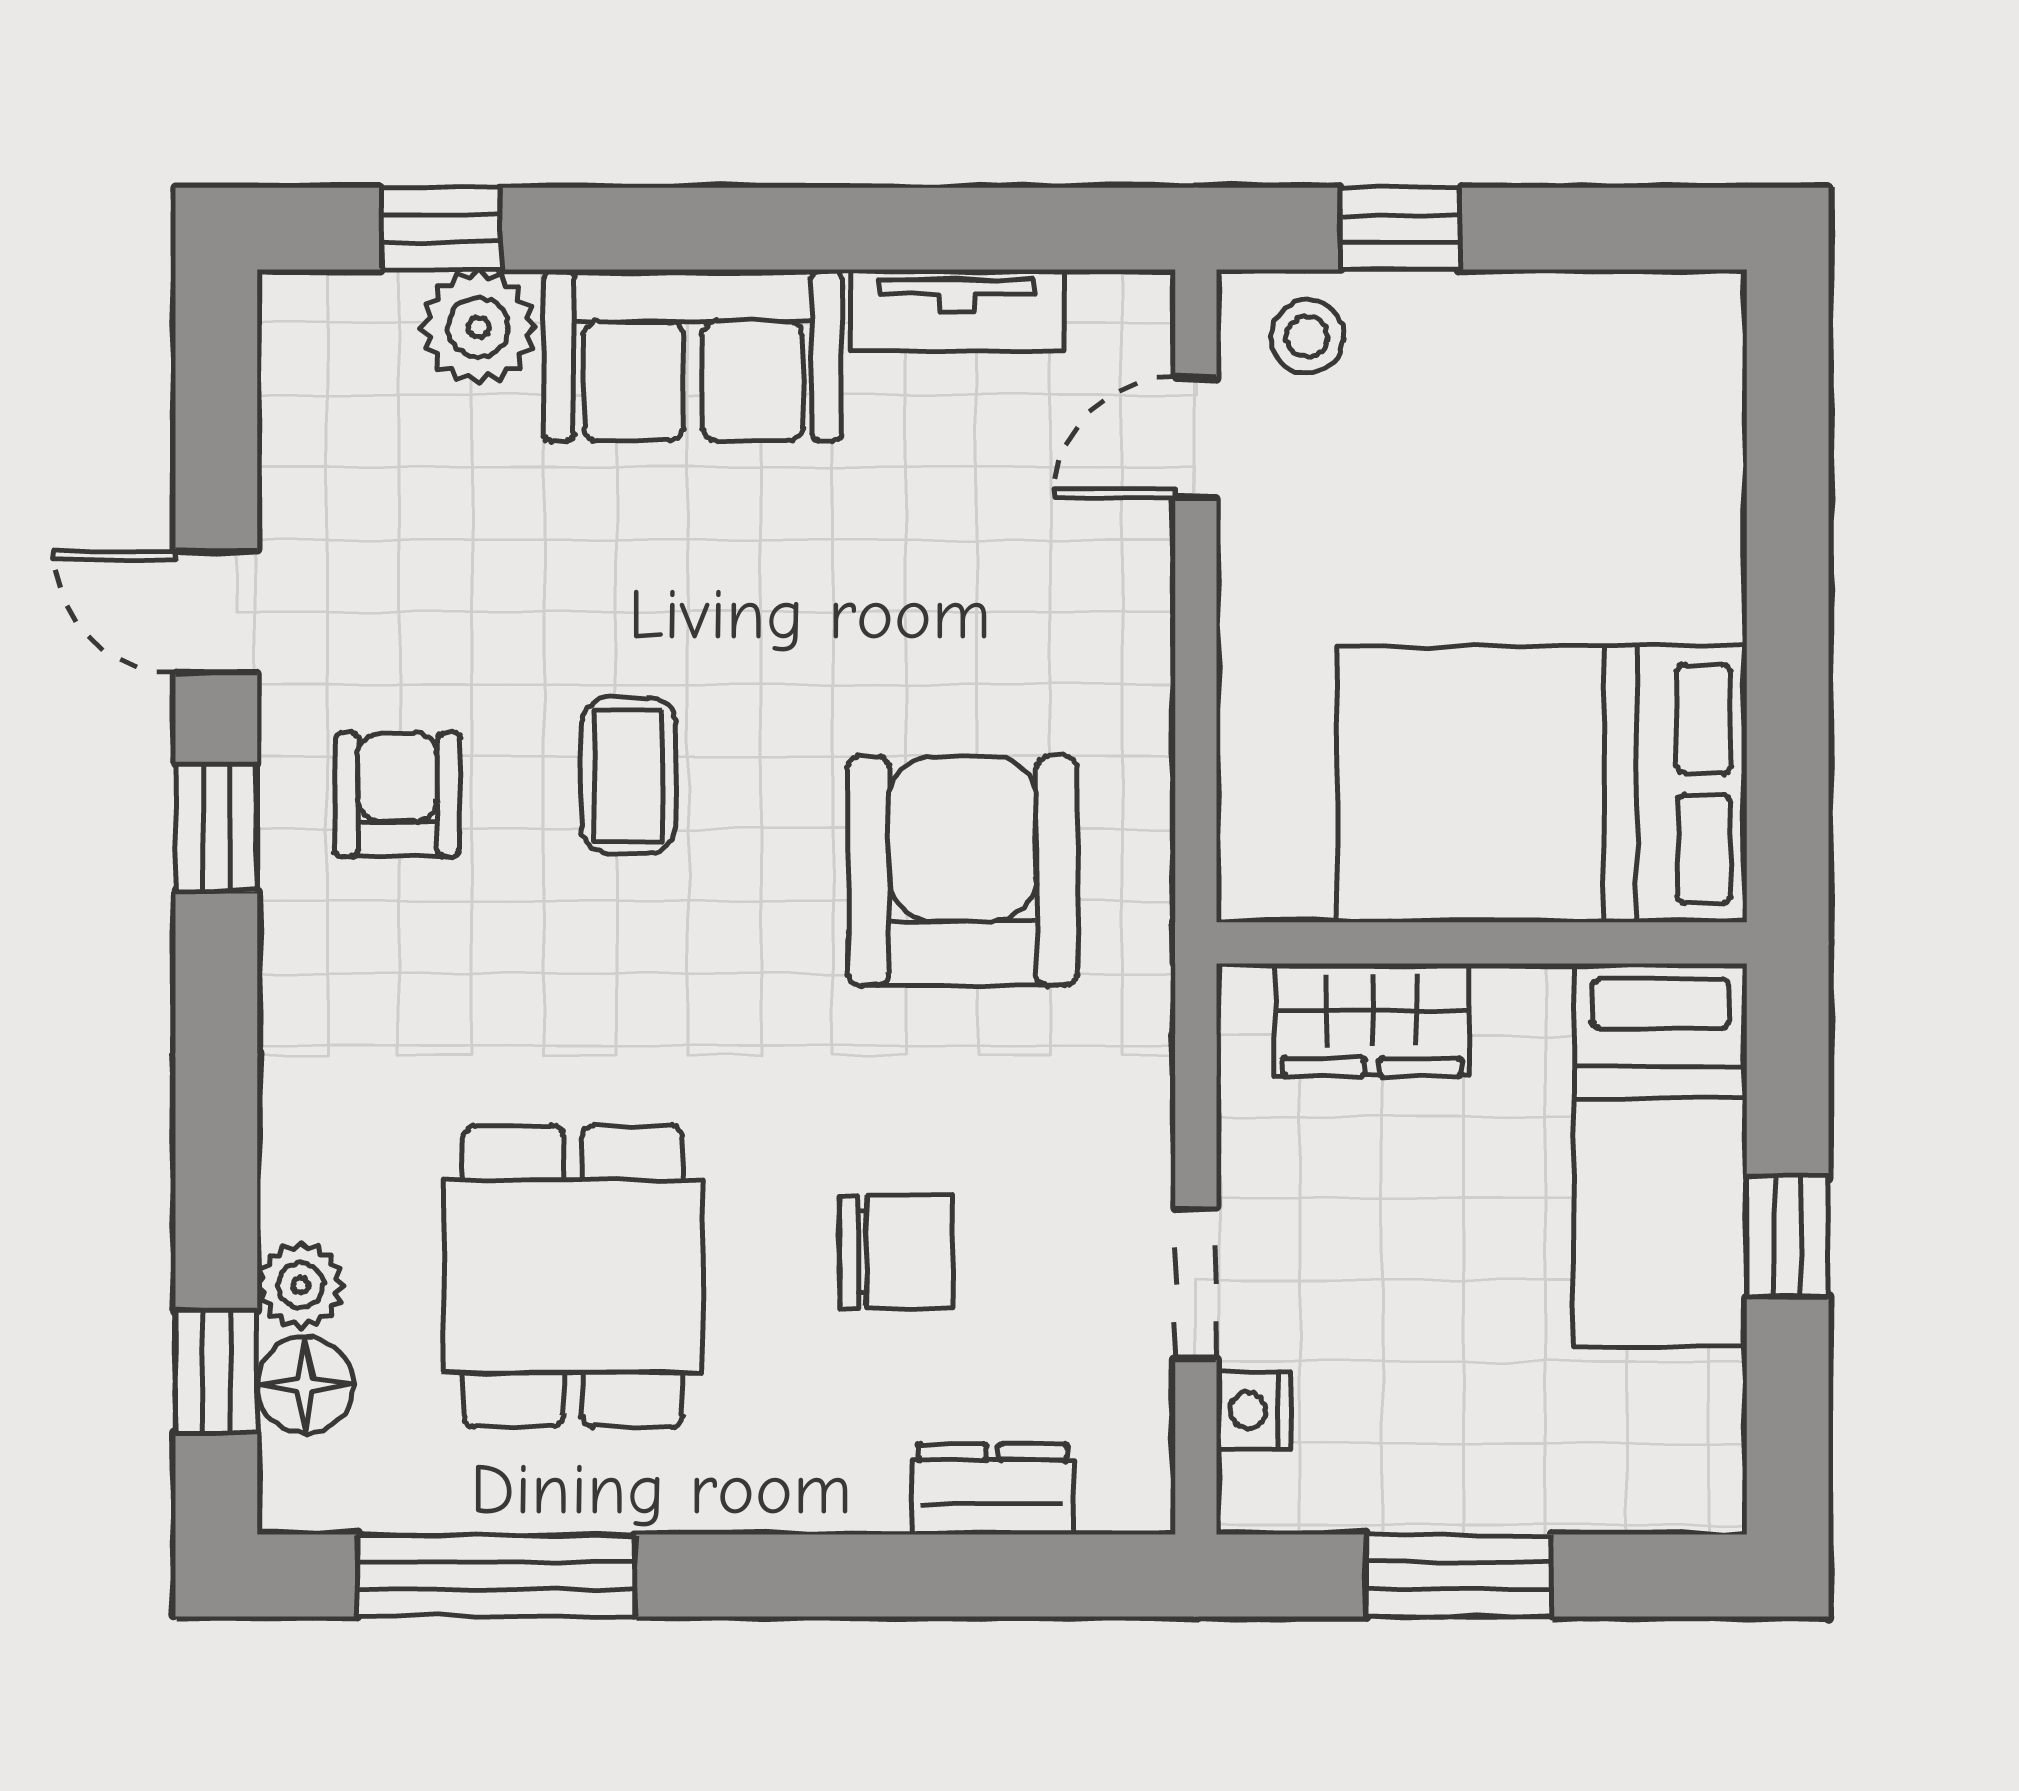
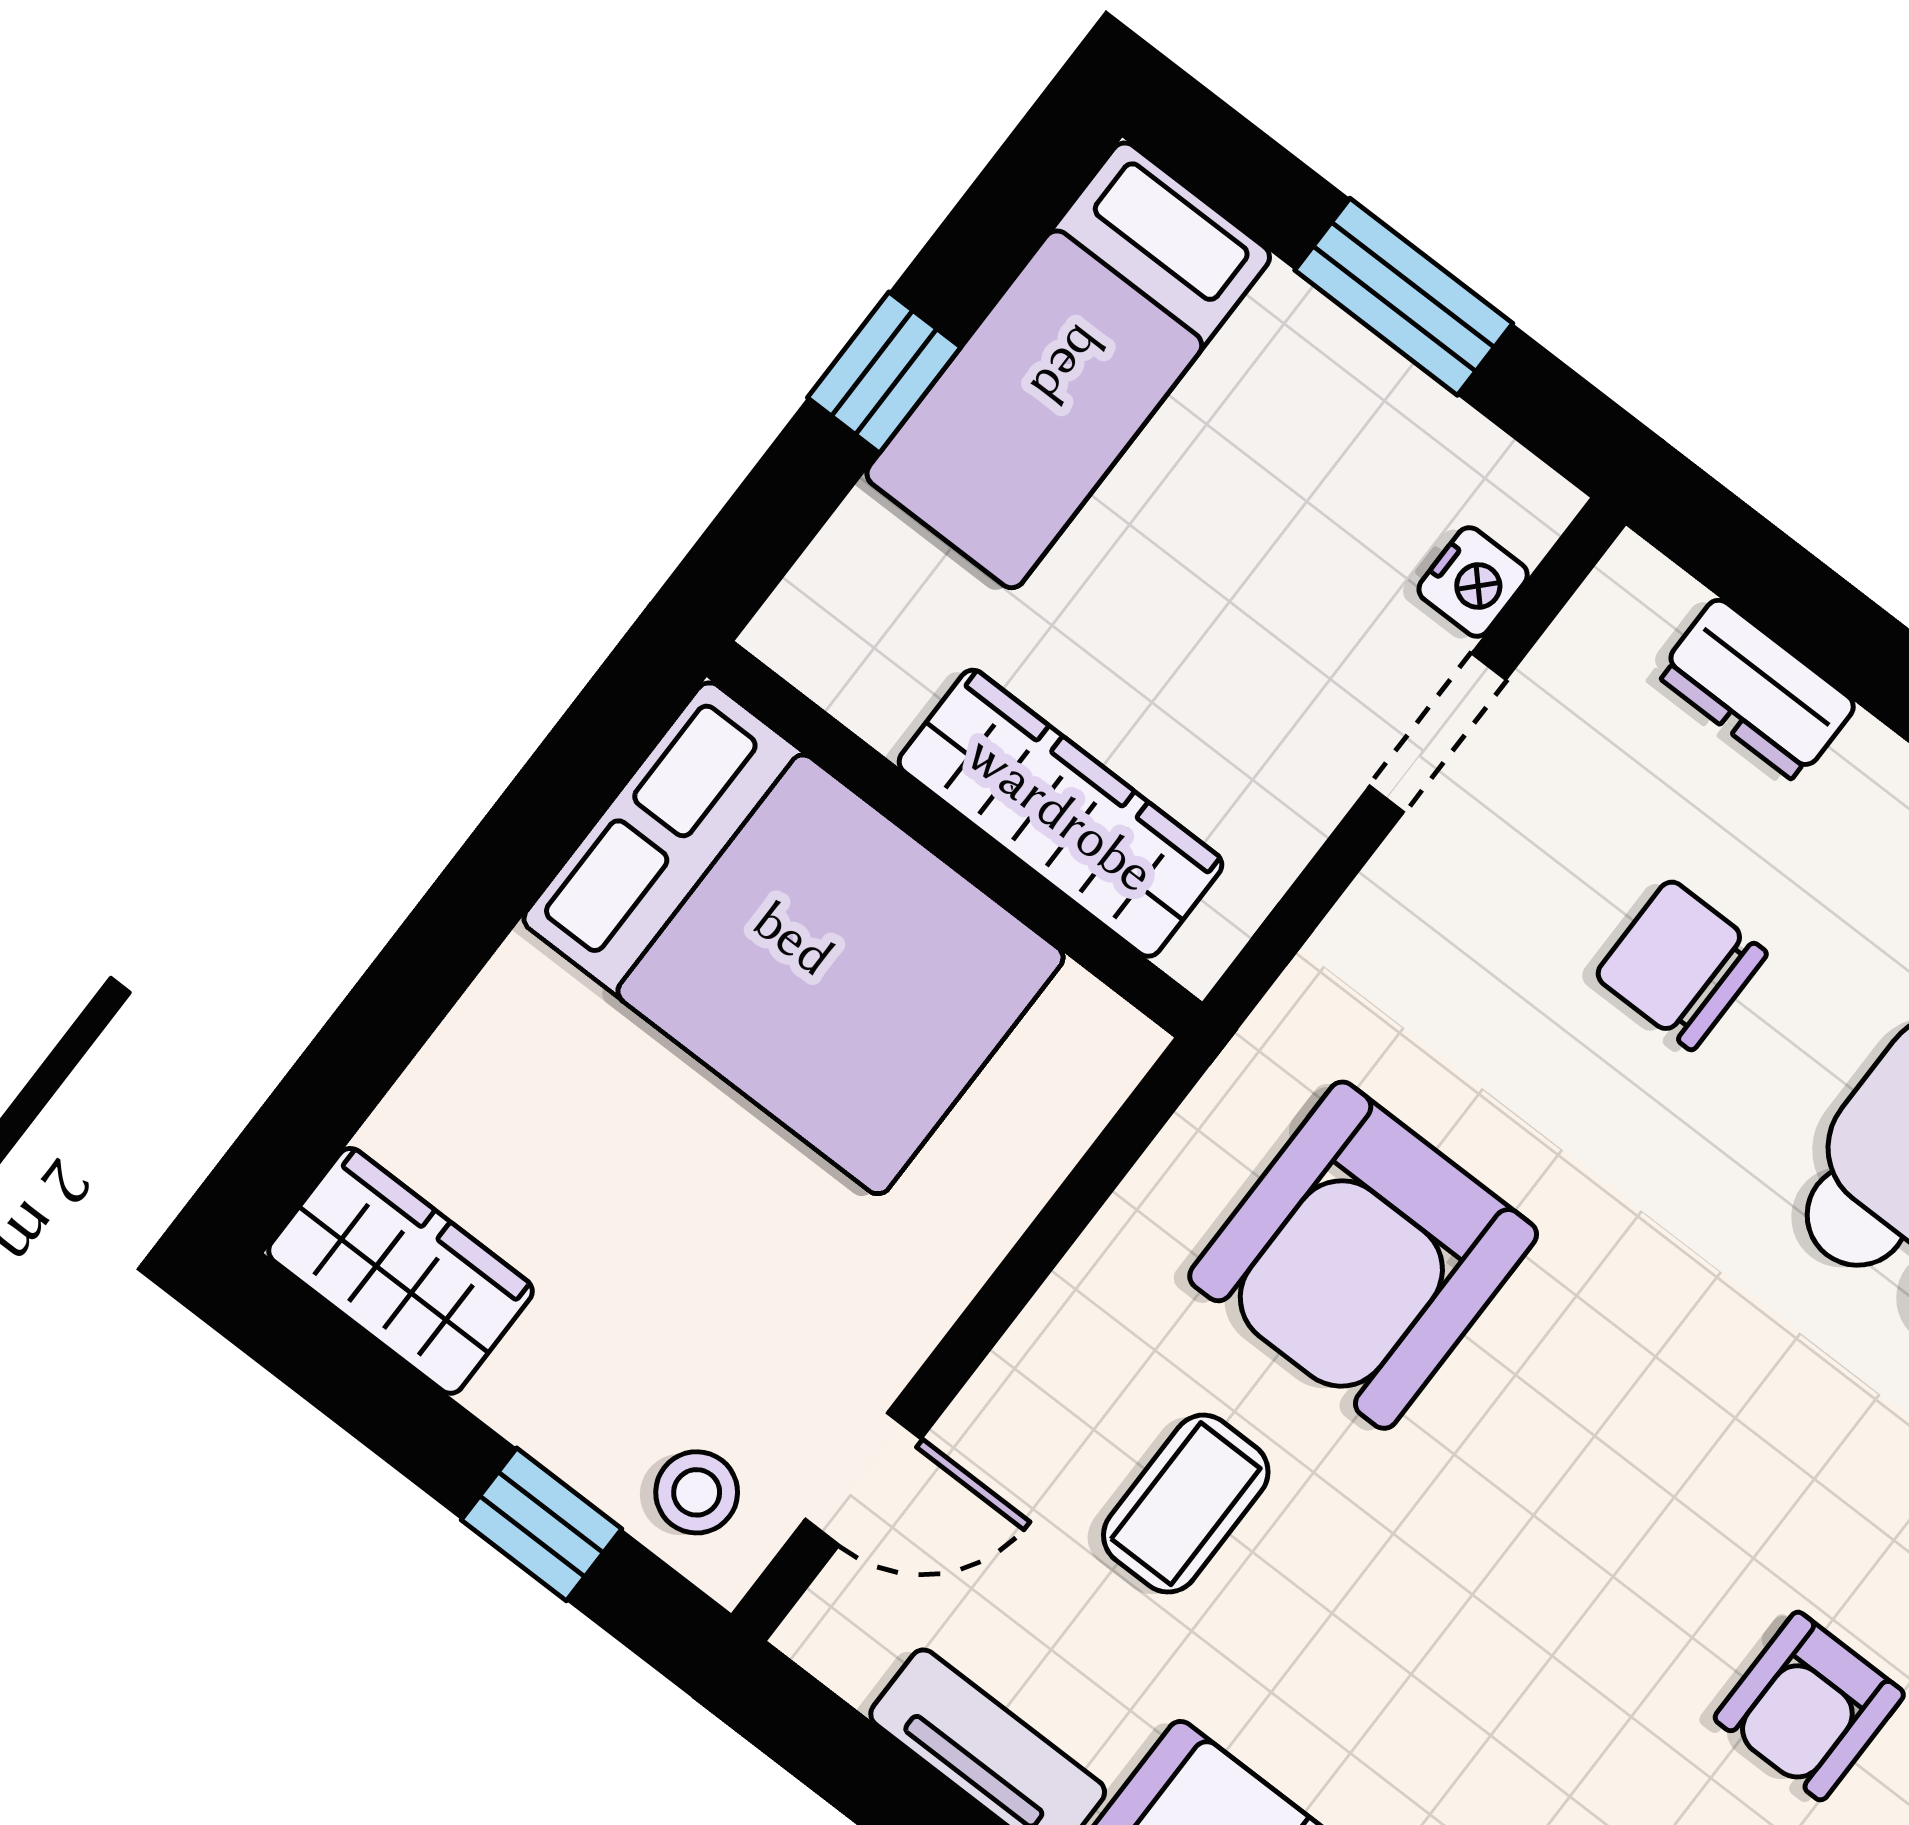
wardrobe: (1639, 332) -> (400, 1271), added
coffee table: (629, 775) -> (1186, 1504), moved
wardrobe: (1372, 1020) -> (1061, 813), width x1.50
bed: (1660, 1155) -> (1068, 365), moved, turned 180

